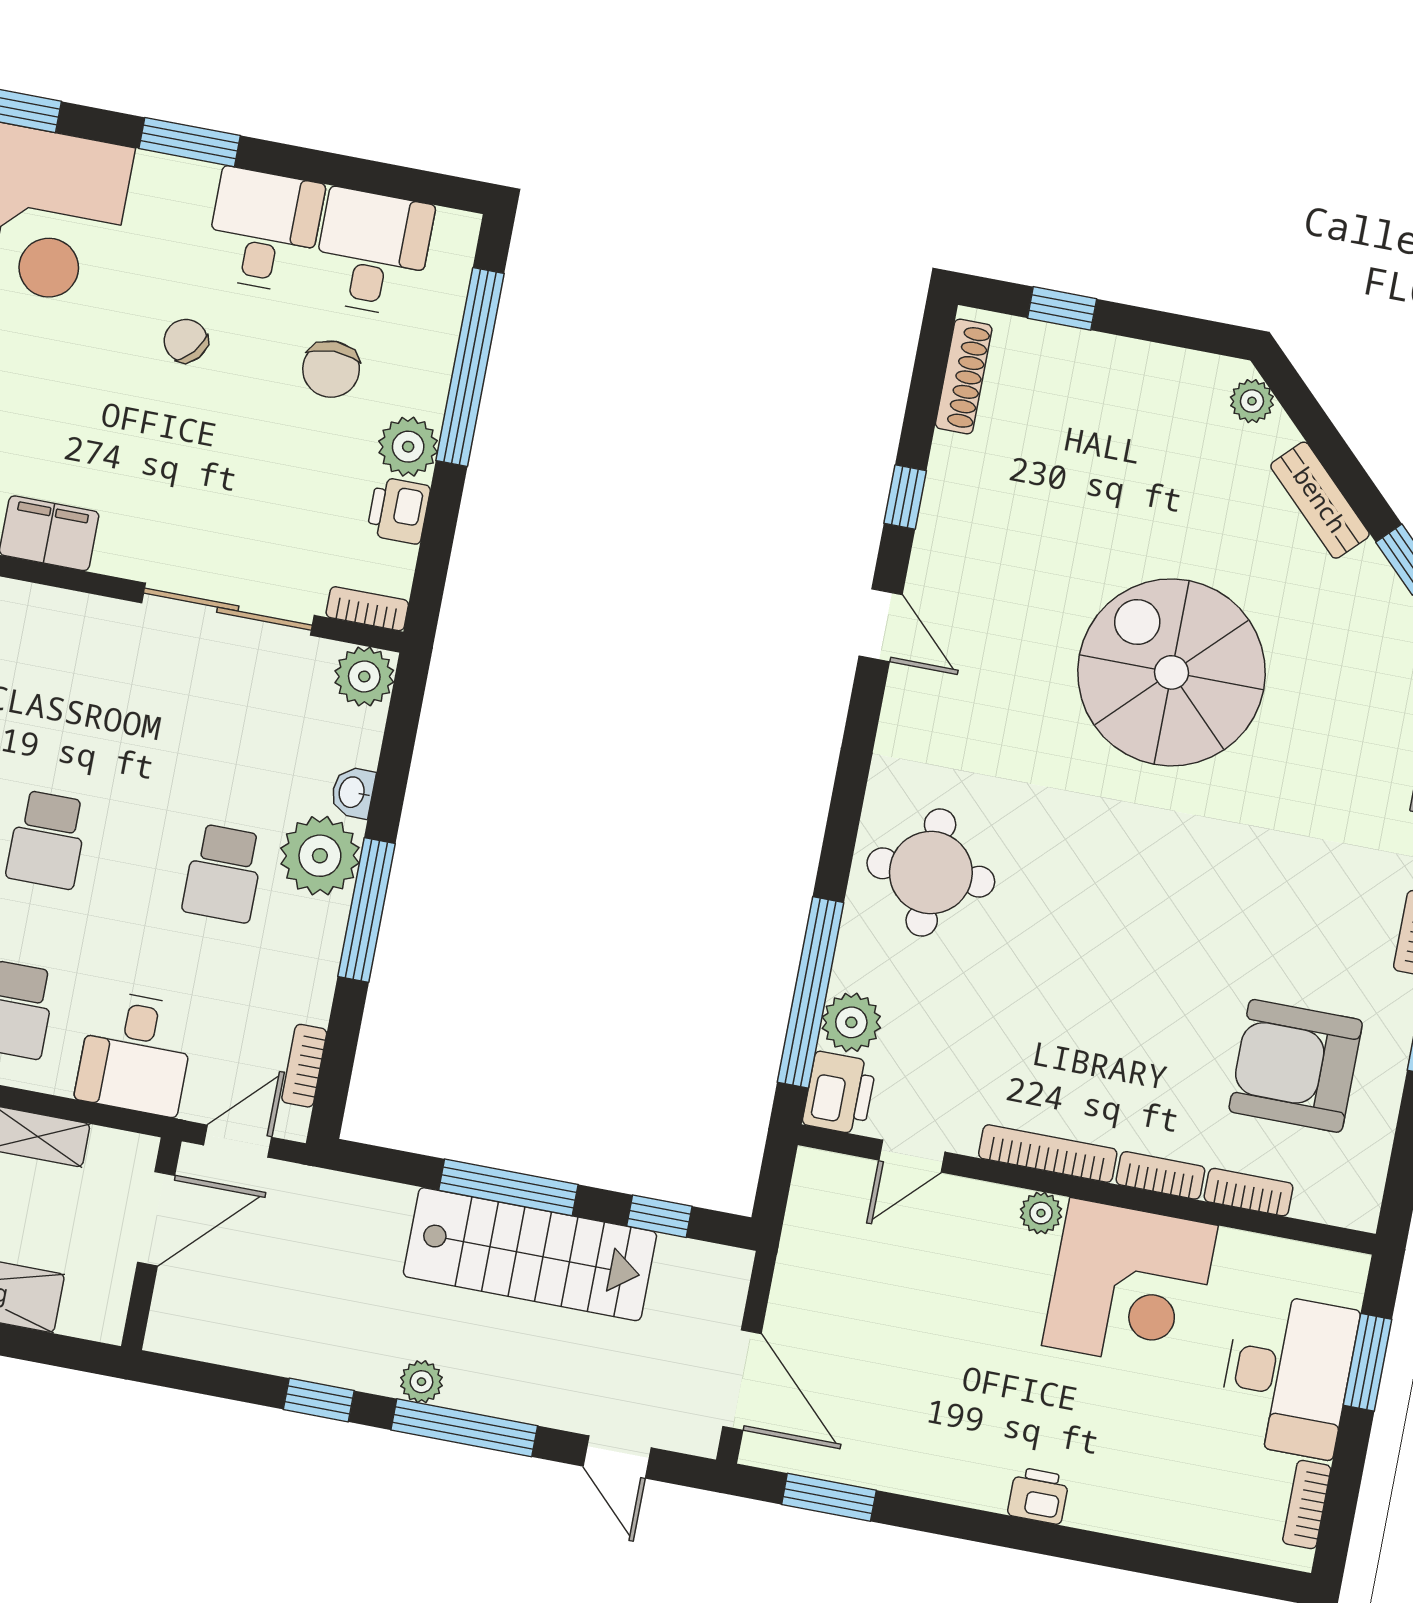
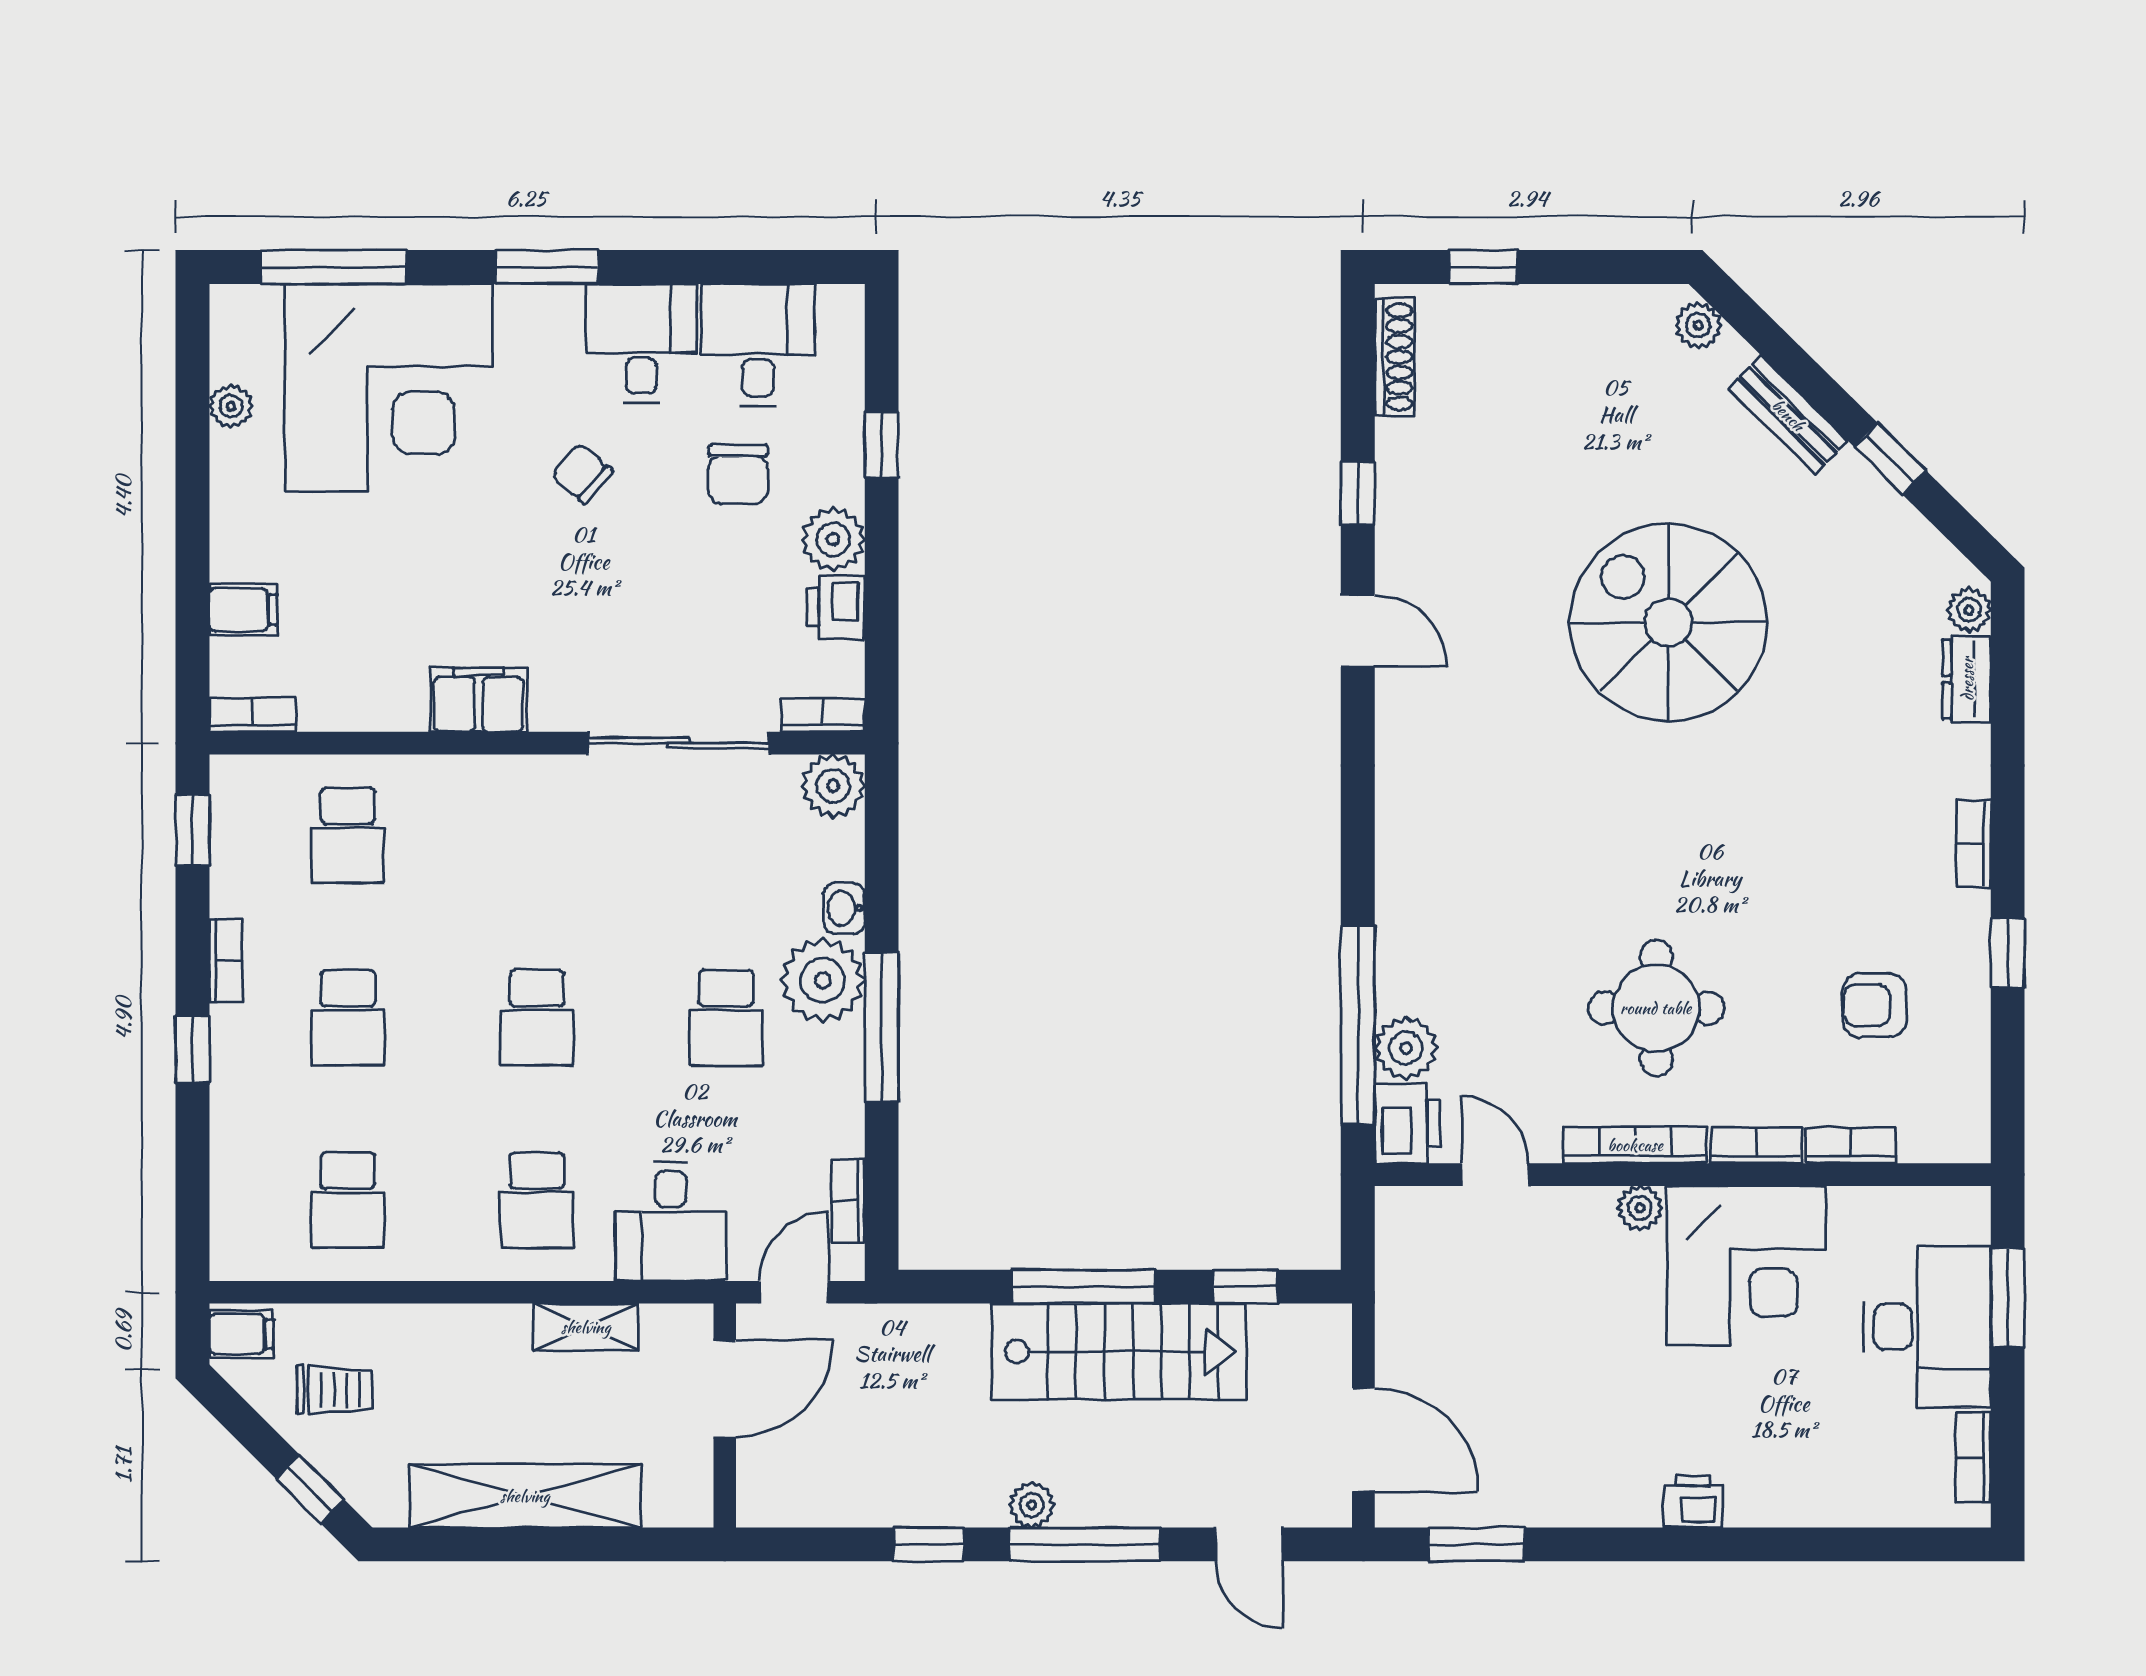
window: (470, 367) -> (882, 445), width x0.32
round table: (931, 873) -> (1656, 1008), moved
armchair: (1296, 1066) -> (1875, 1005), width x0.53, depth x0.53
door: (912, 1156) -> (1495, 1175), swing flipped

